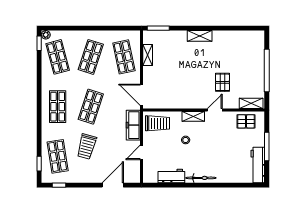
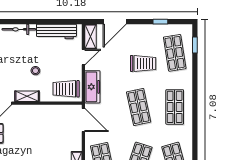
shop shelf: (91, 107) -> (139, 107), turned -30
trolley: (87, 147) -> (143, 63), turned 75
shelving: (135, 171) -> (91, 37), added
workbench: (171, 176) -> (56, 32), width x1.38
window: (59, 185) -> (160, 22), moved

